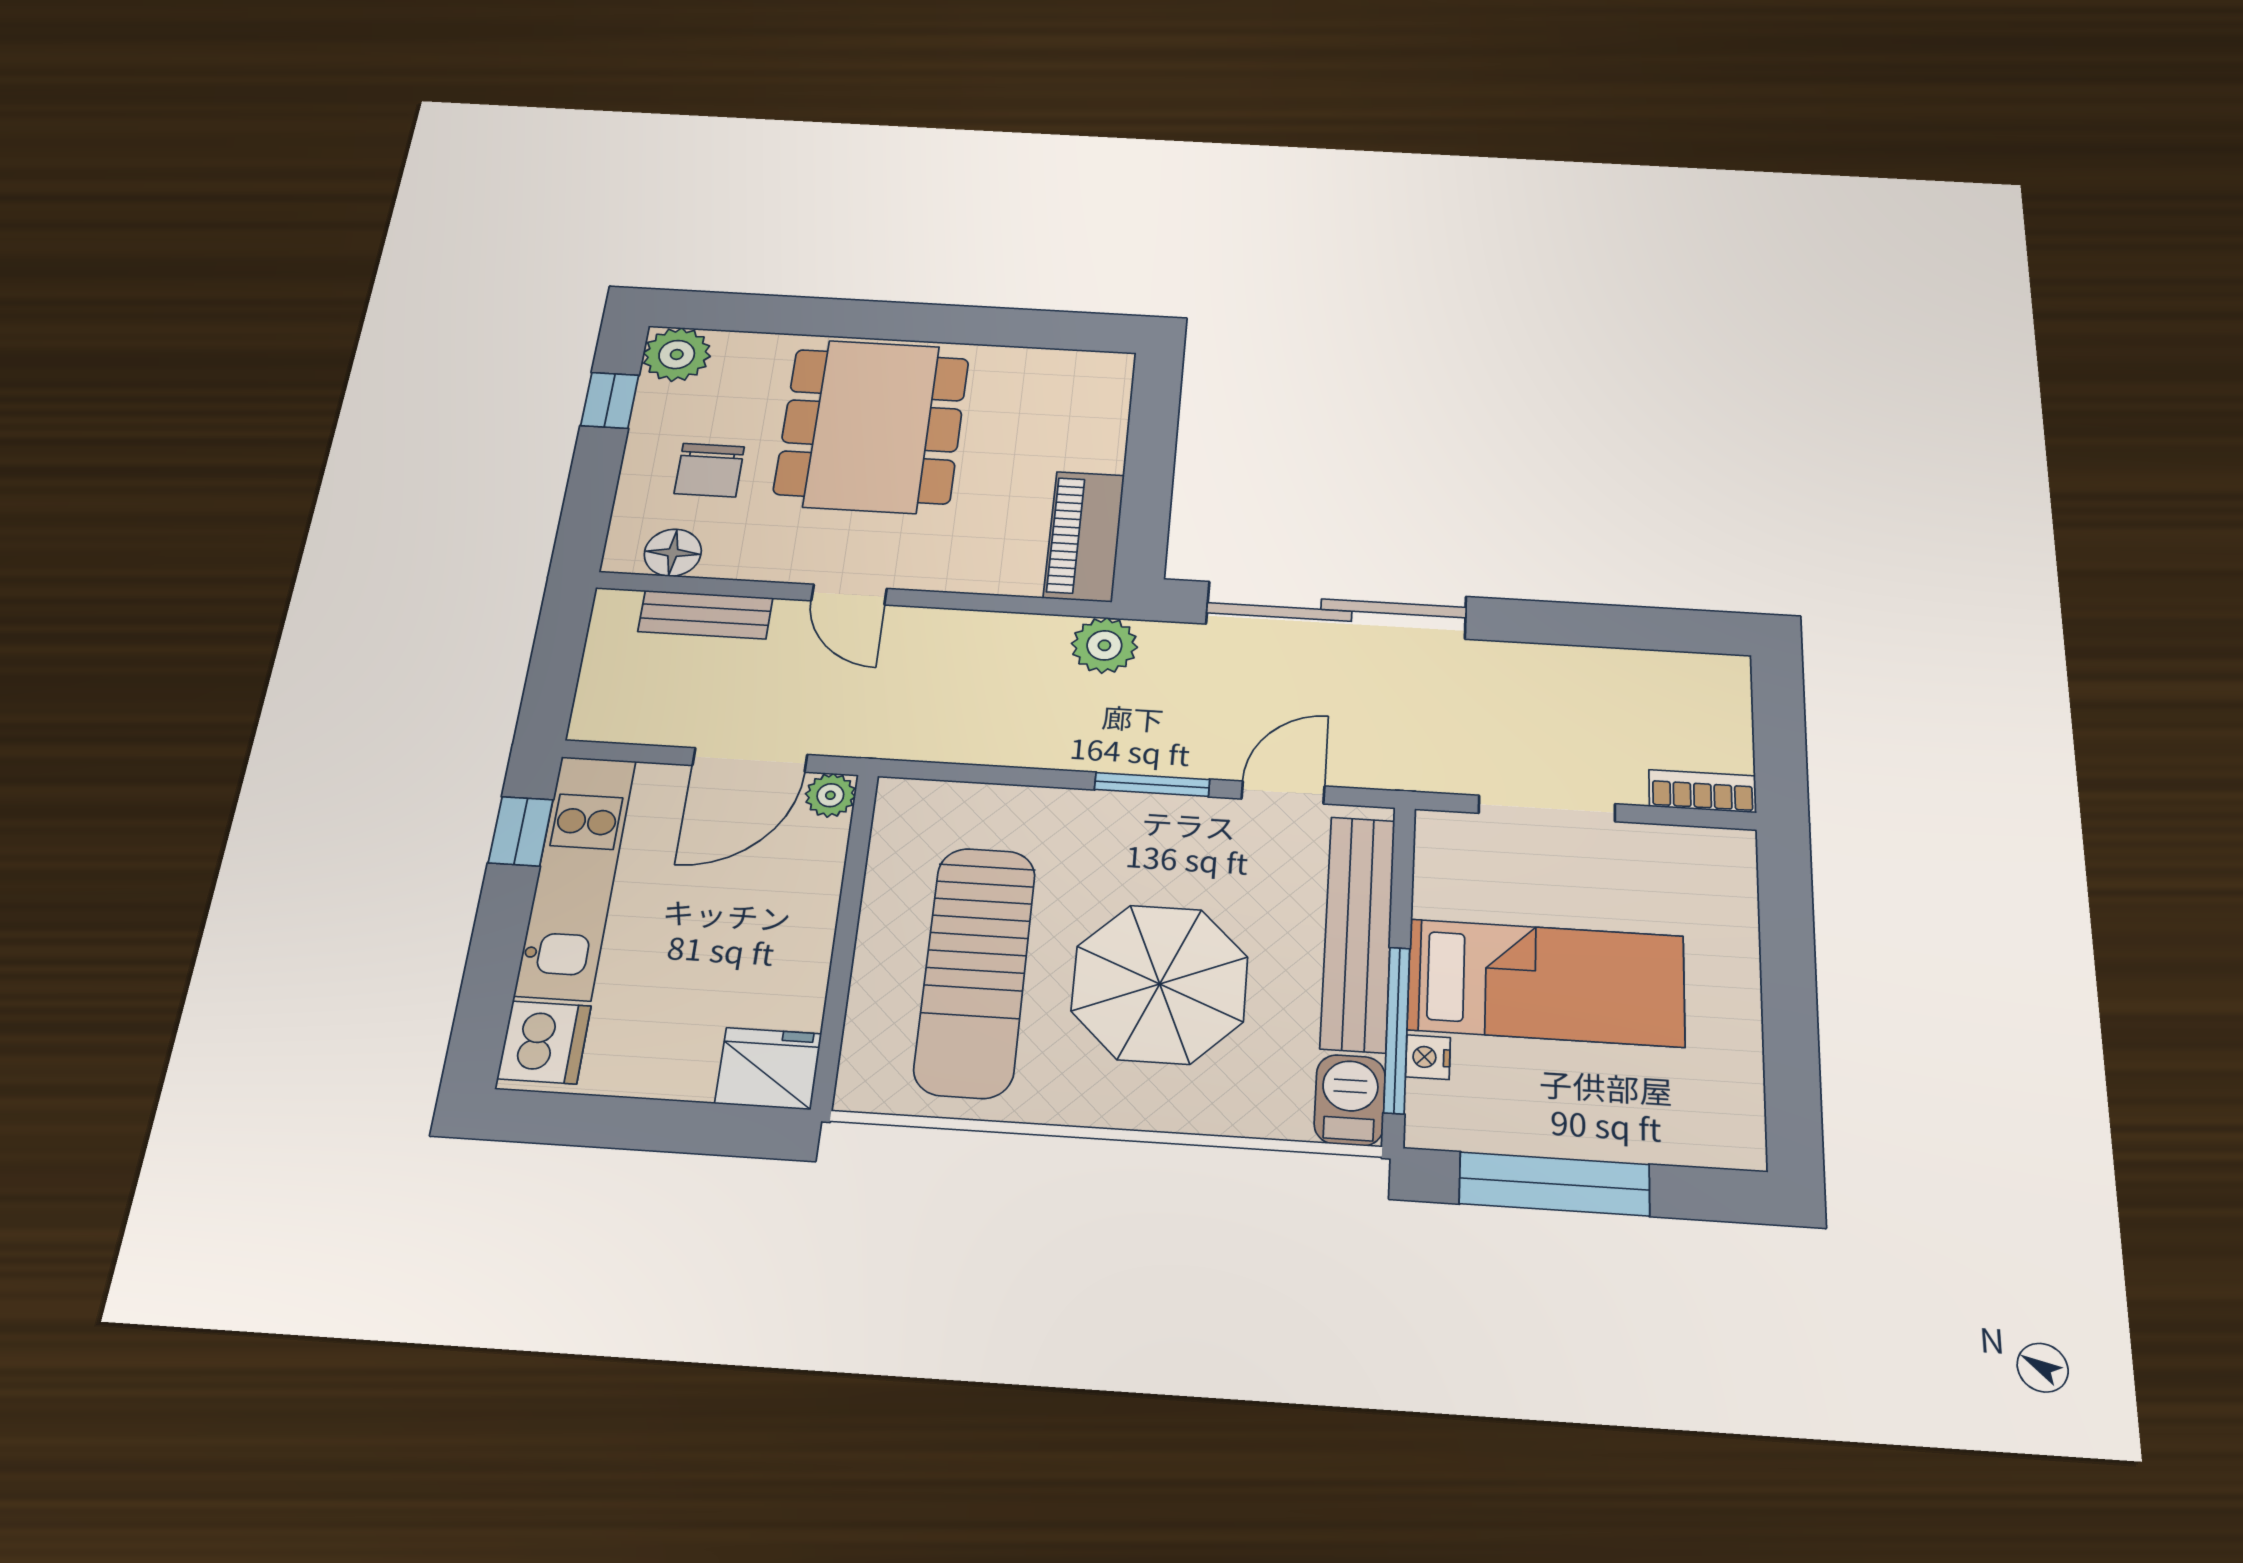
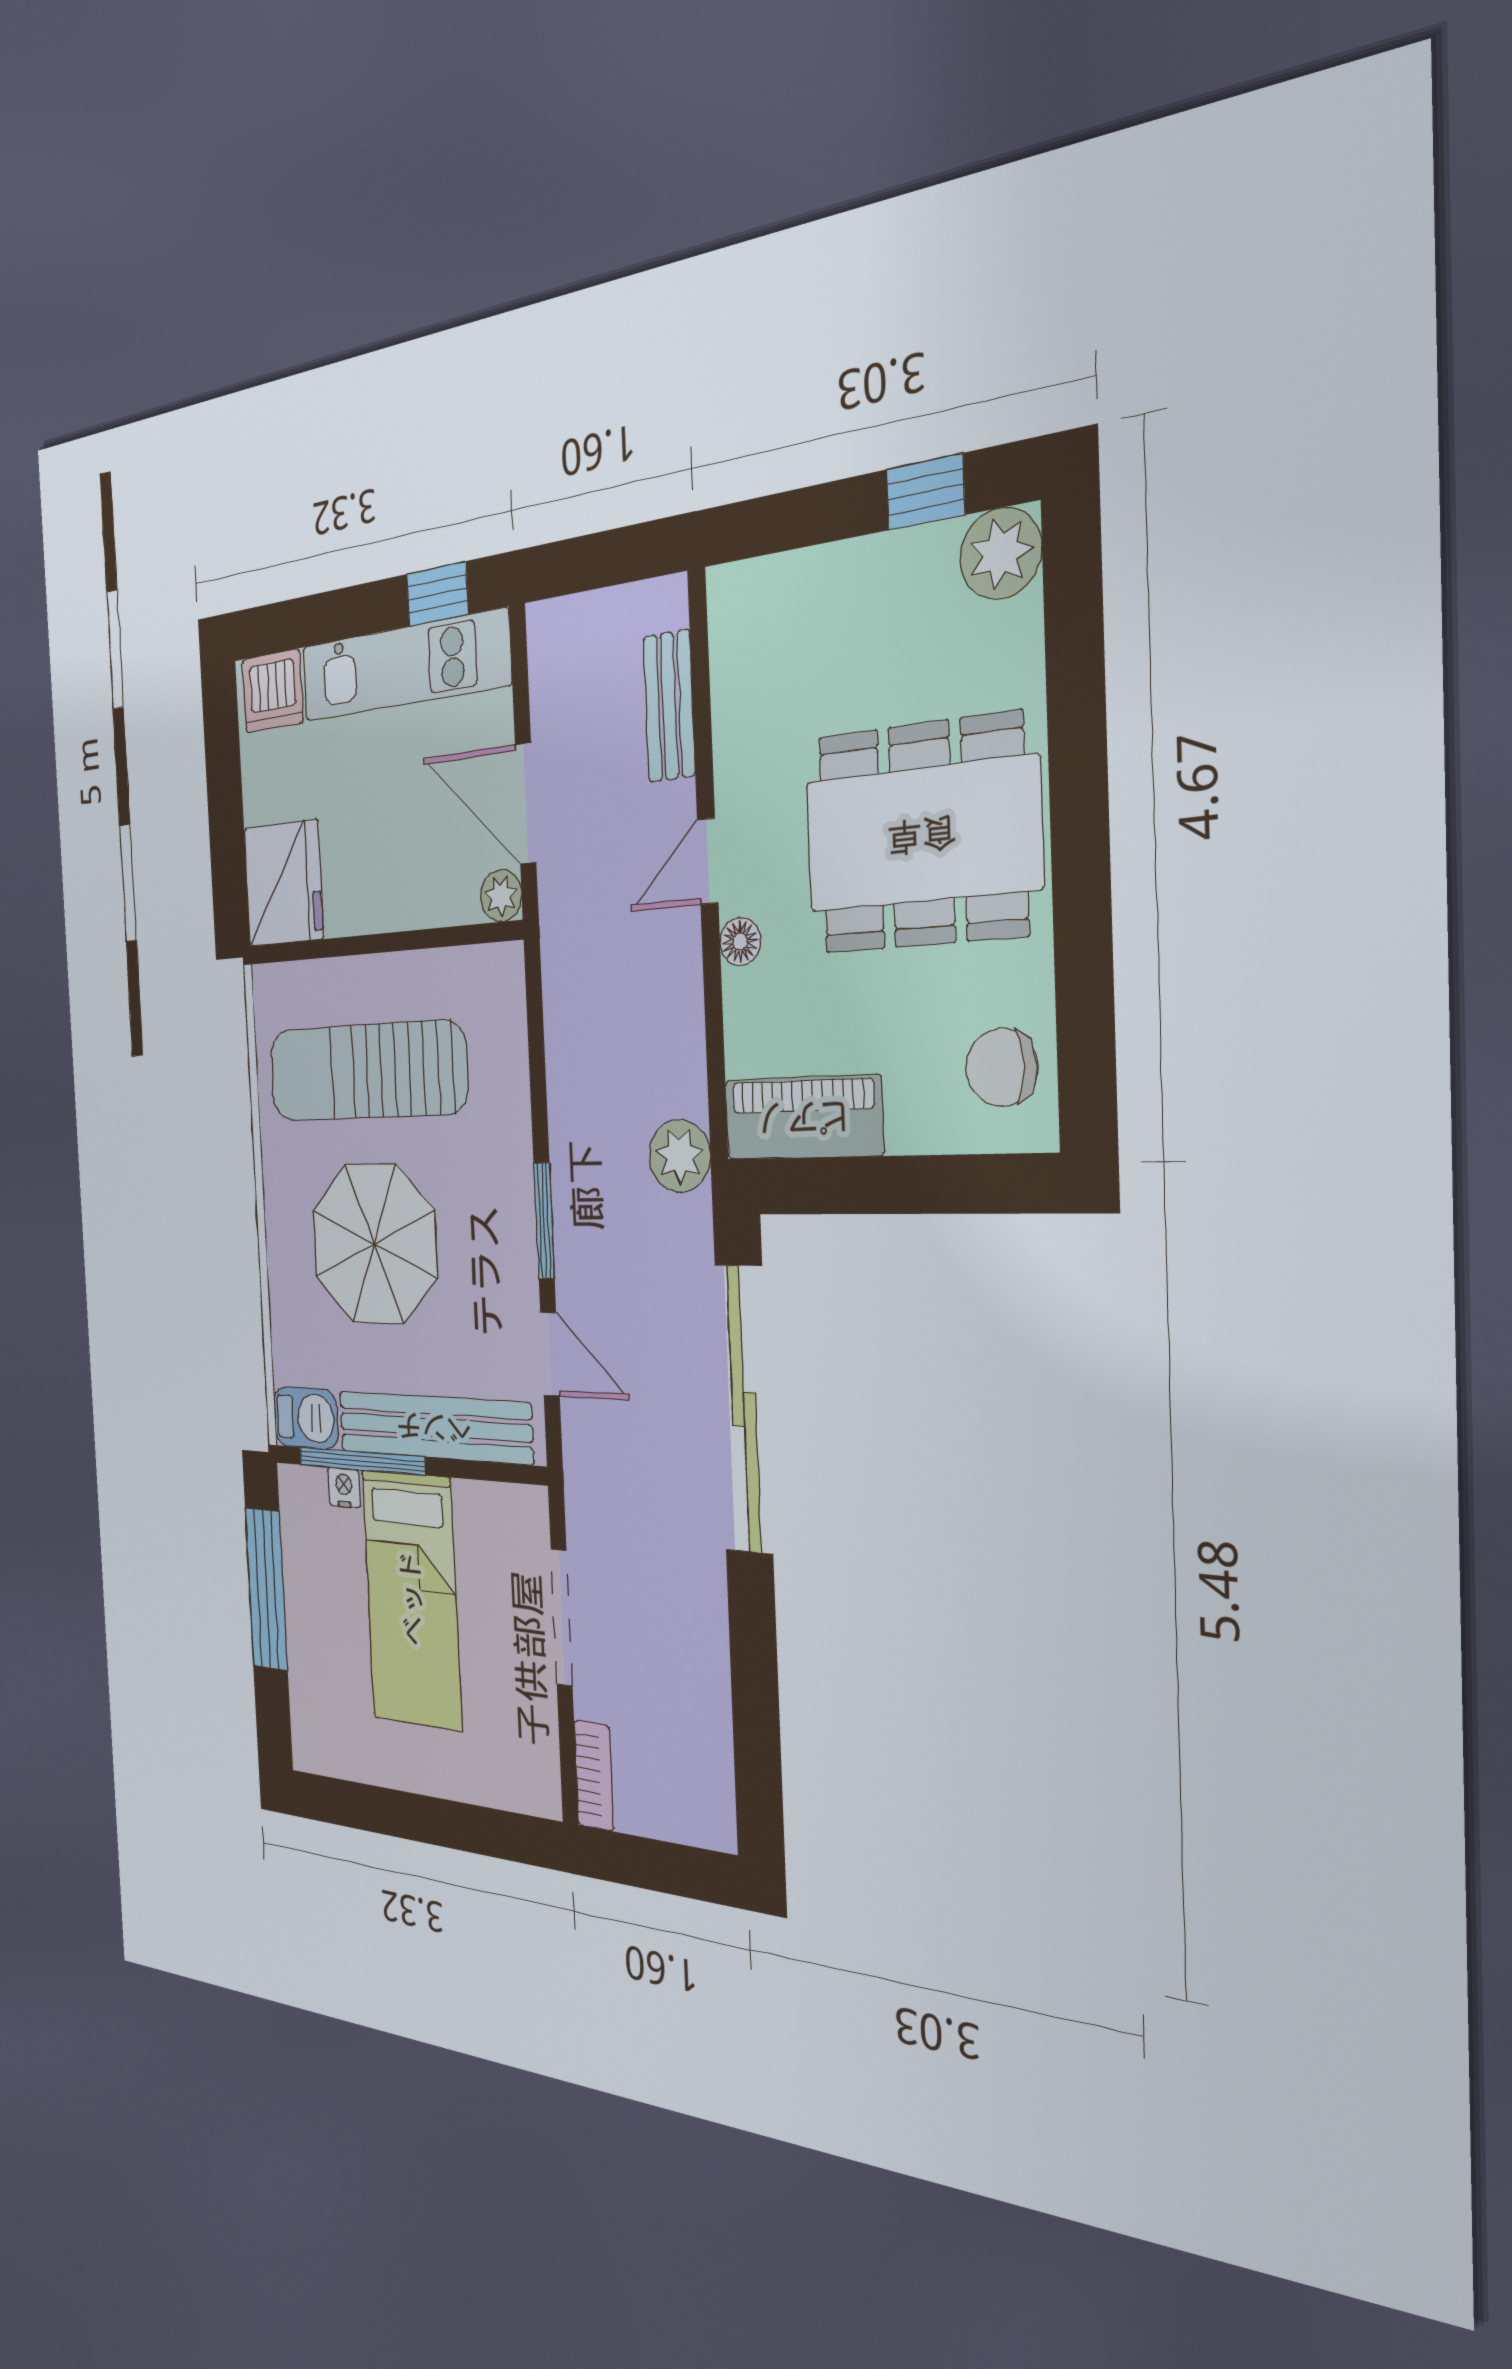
chair: (709, 470) -> (1002, 1067), moved
floor lamp: (673, 553) -> (740, 942), moved, width x0.73, depth x0.73
fridge: (768, 1068) -> (283, 883), width x1.36, depth x1.34

